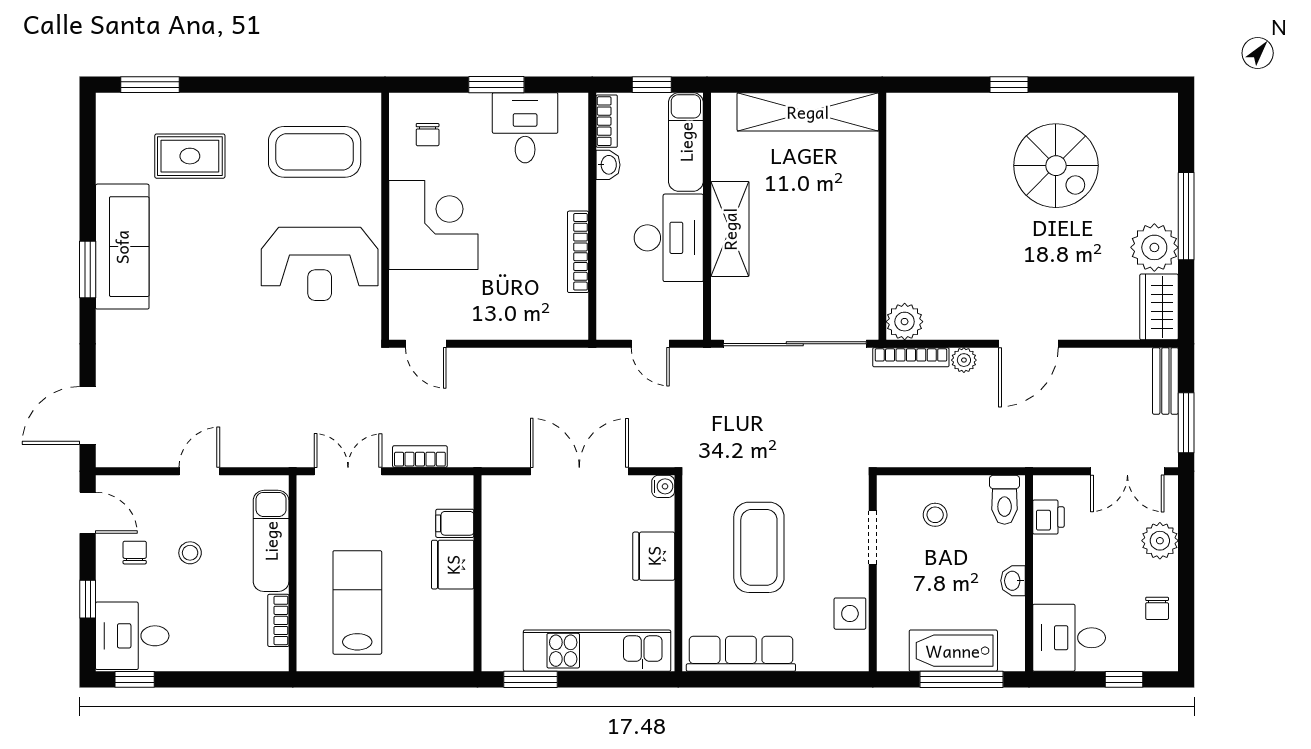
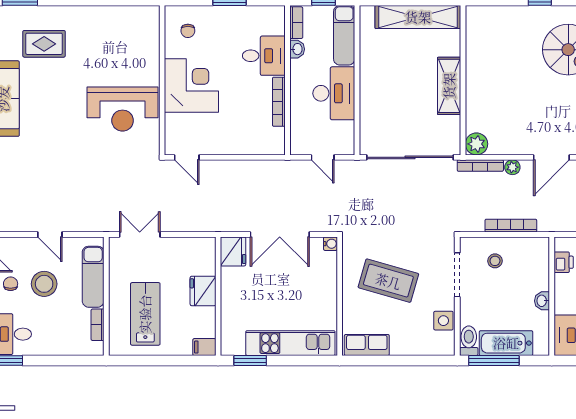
desk: (525, 128) -> (264, 56), moved, turned 90
coffee table: (315, 152) -> (119, 41), removed
shelving: (730, 229) -> (449, 86), moved
bookcase: (420, 457) -> (511, 226), moved, width x1.56
door: (199, 471) -> (50, 235), swing flipped
double door: (579, 471) -> (280, 235), swing flipped
toilet: (1005, 500) -> (469, 341), moved, turned 180
filing cabinet: (455, 523) -> (204, 347), moved
doorway: (873, 538) -> (457, 275), width x1.38
coffee table: (759, 547) -> (388, 281), turned -74
stool: (190, 553) -> (44, 284), width x1.89, depth x1.89
fridge: (654, 556) -> (233, 251), moved, turned 180
row of seats: (741, 654) -> (367, 345), width x0.68
window: (961, 679) -> (494, 360), moved

